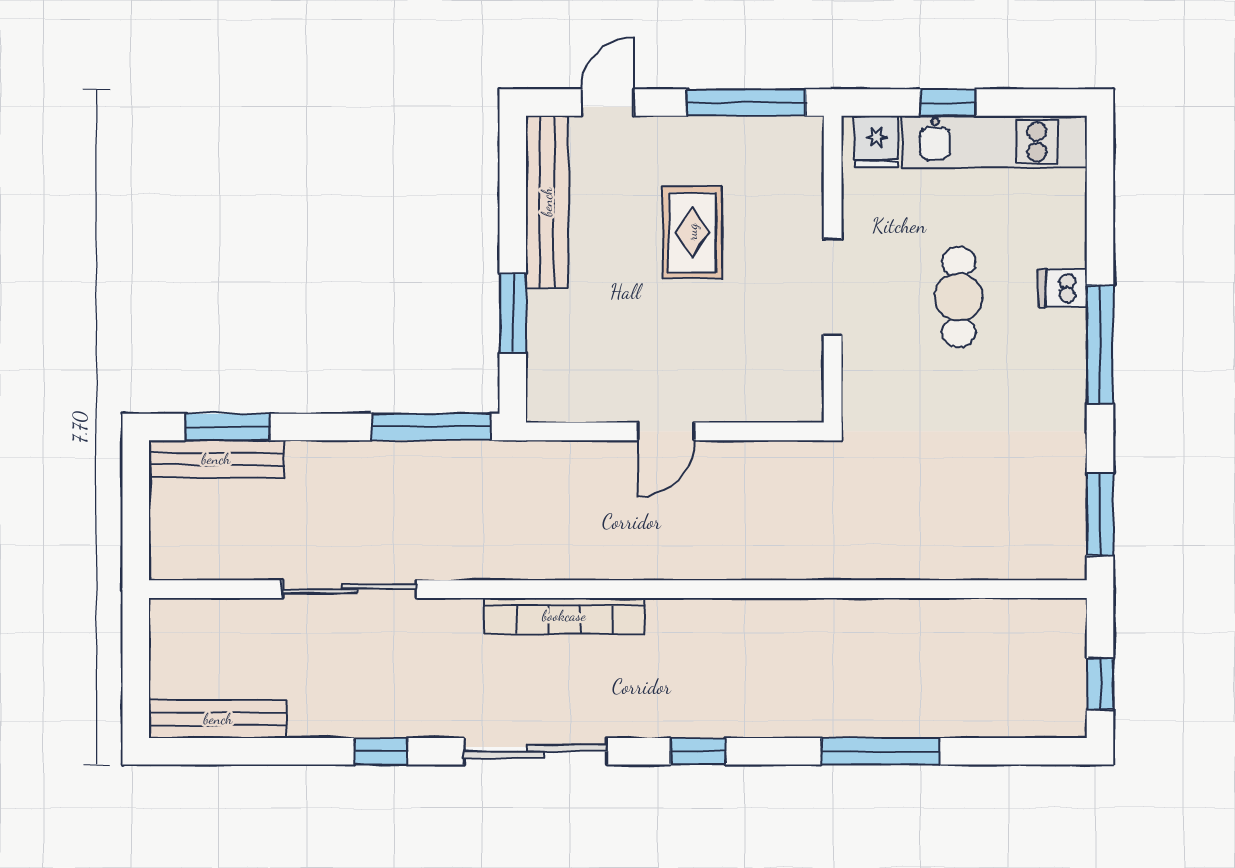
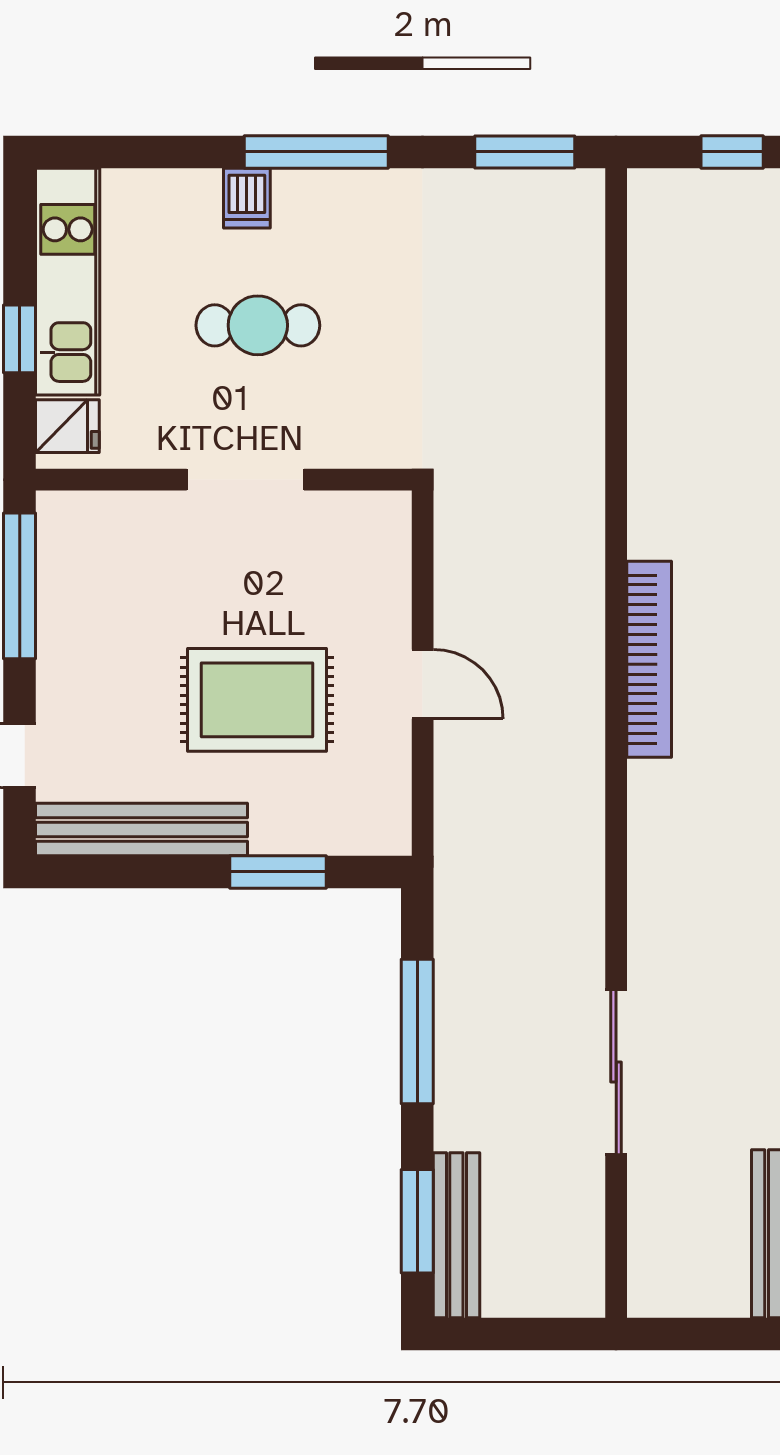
rug: (692, 232) -> (257, 700), moved, width x1.36, depth x1.43
window: (431, 427) -> (417, 1032), moved
bookcase: (564, 616) -> (649, 659), moved

